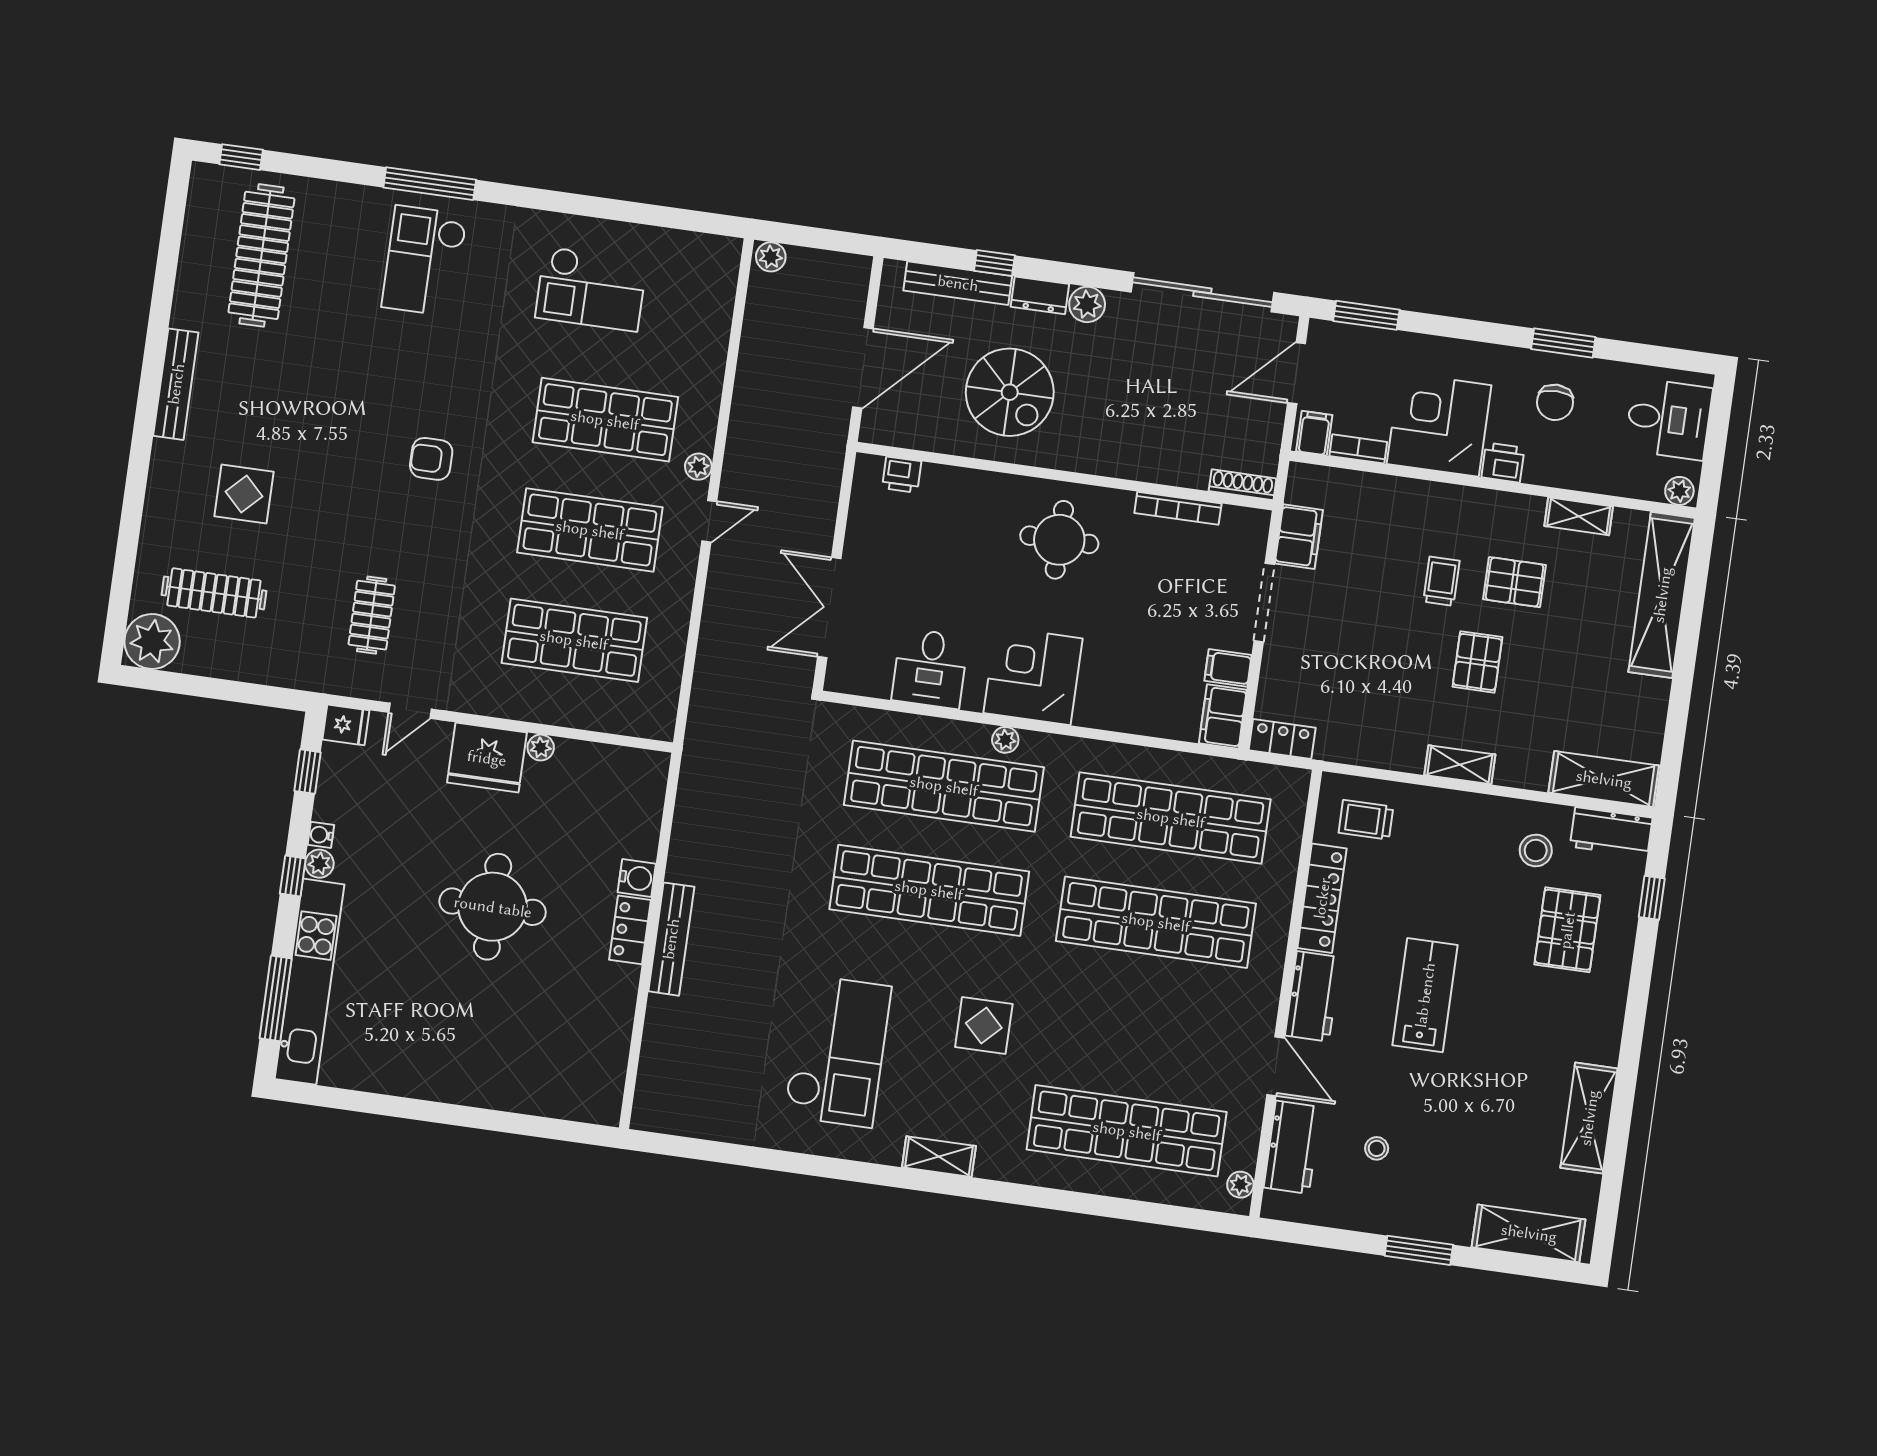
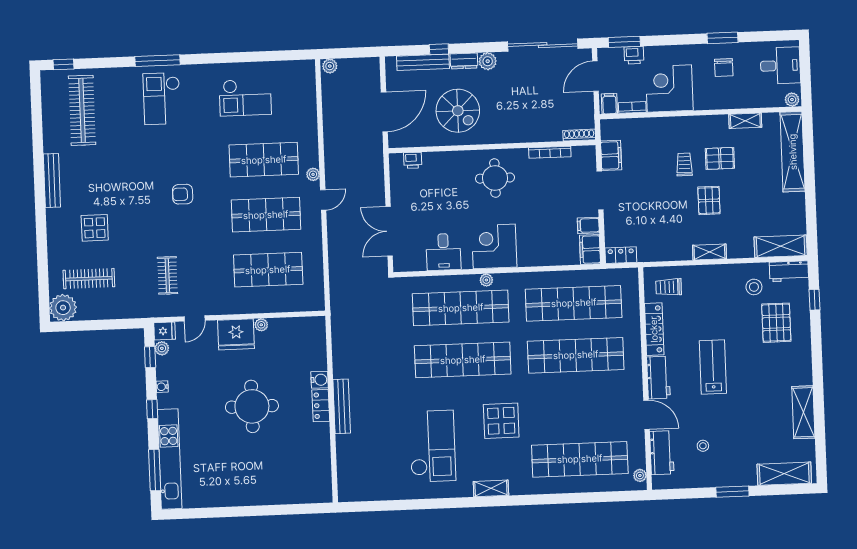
printer: (1503, 463) -> (634, 55), moved, turned 180
plant: (319, 864) -> (162, 348), moved
display table: (984, 1026) -> (501, 421), width x1.36, depth x1.36

